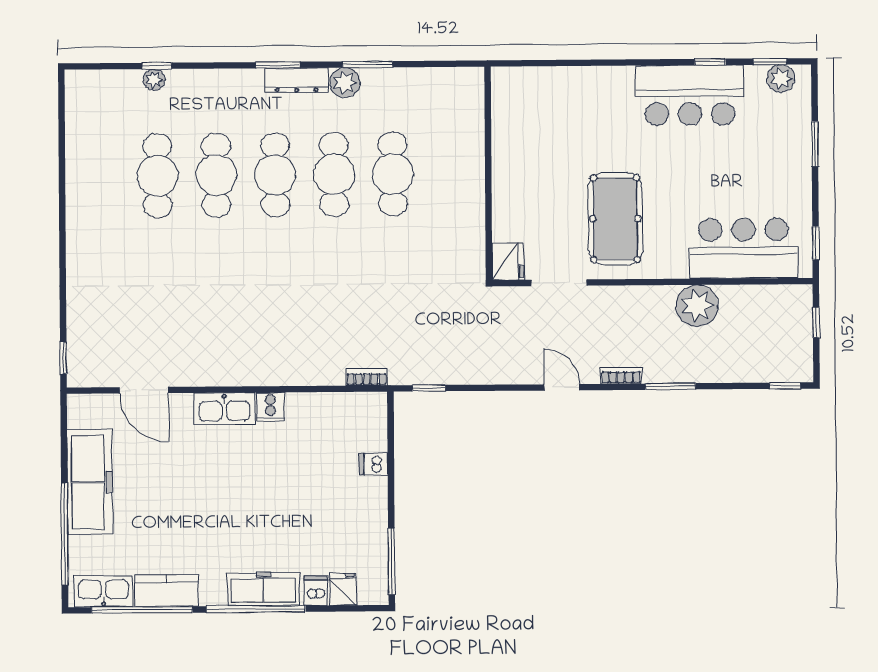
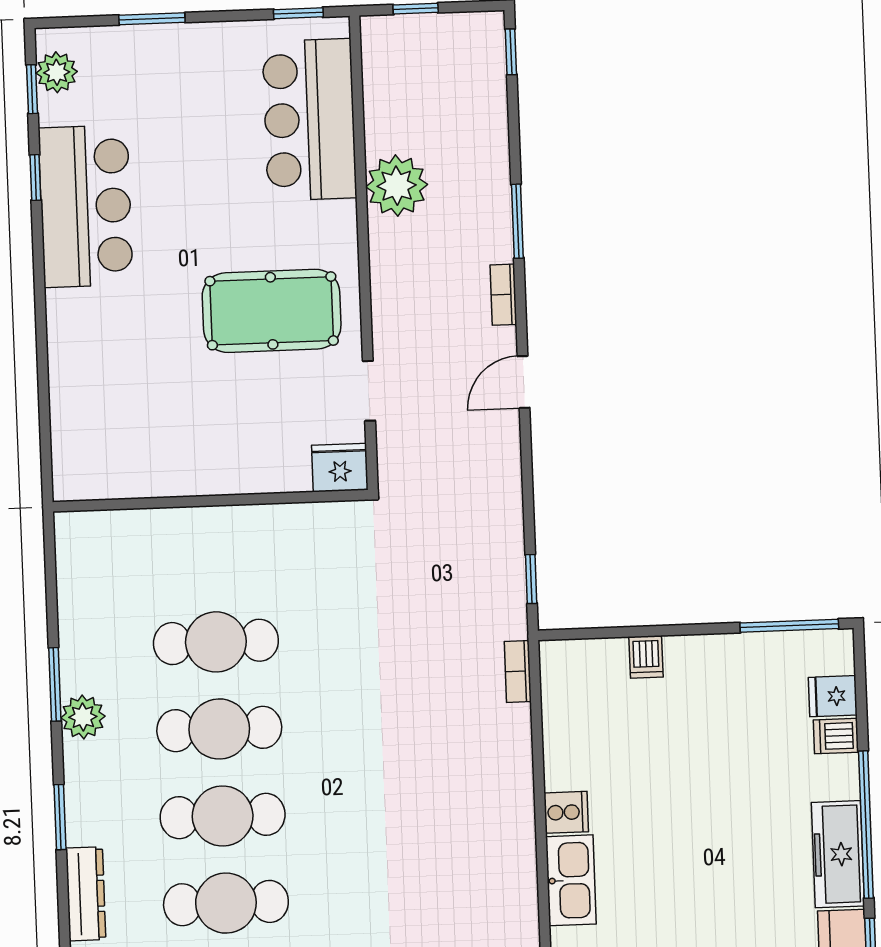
dresser: (296, 80) -> (86, 894), moved
doorway: (559, 283) -> (369, 391), width x0.73
freezer: (263, 589) -> (838, 854), moved

